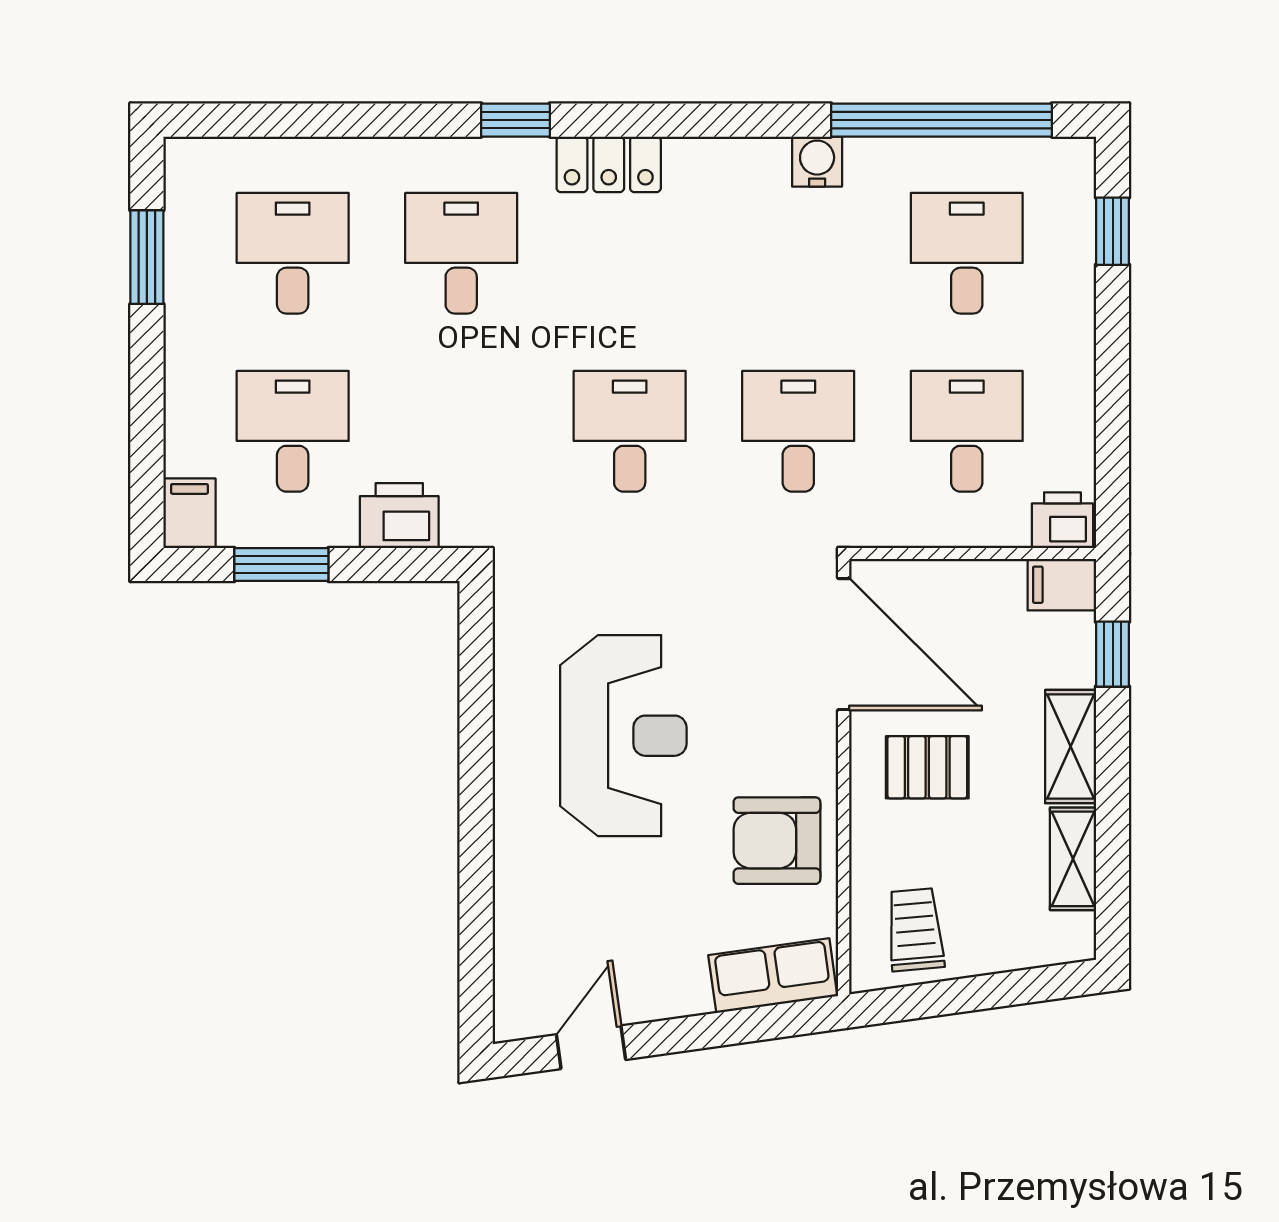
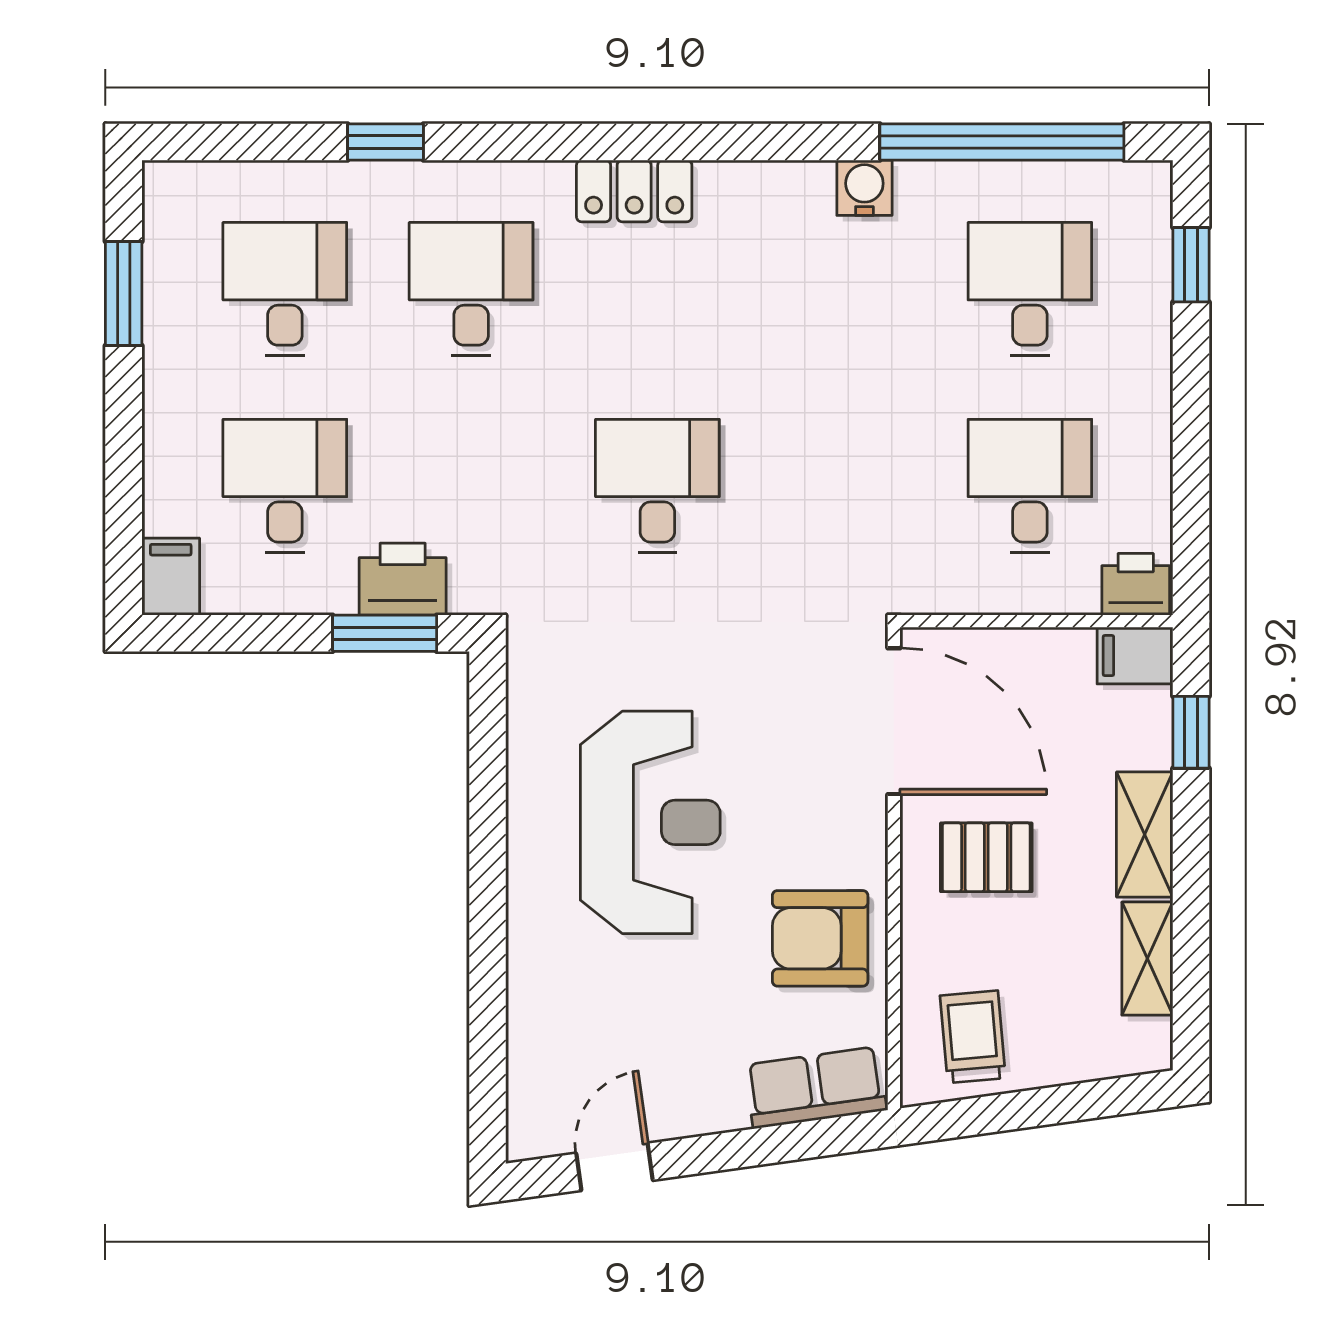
window: (515, 120) -> (385, 142), moved
desk: (798, 431) -> (844, 486), removed
window: (281, 564) -> (385, 633), moved

